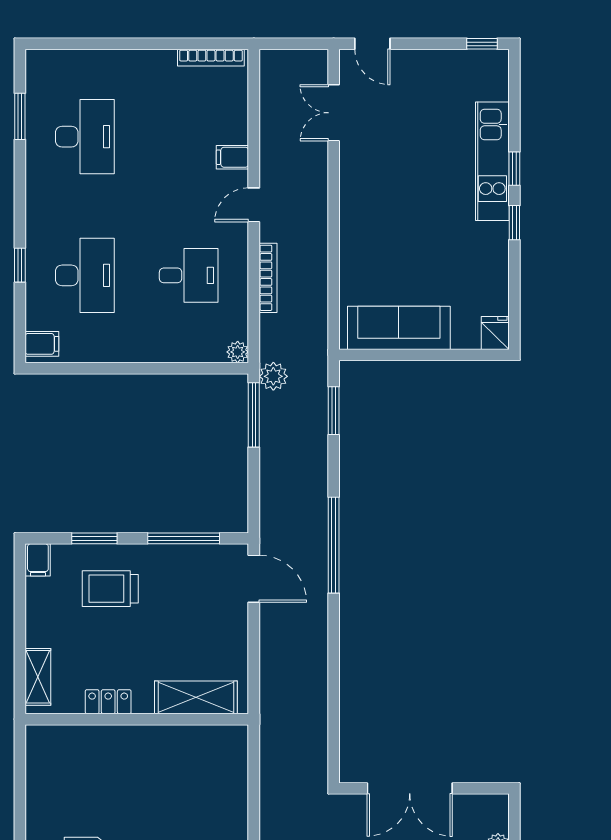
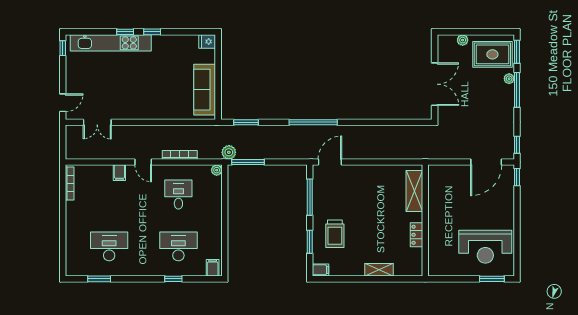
kitchen unit: (492, 161) -> (111, 43), width x1.36
shelving: (196, 697) -> (414, 191), moved
locker: (108, 702) -> (417, 235), moved
wall: (137, 719) -> (425, 220), moved

